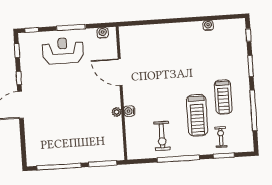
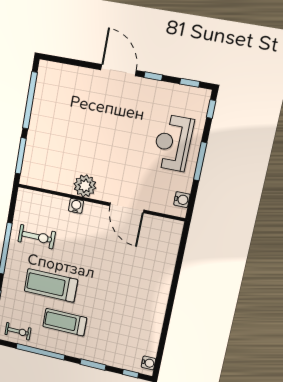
water cooler: (208, 25) -> (148, 363), moved
reception desk: (63, 51) -> (173, 143), turned 180
door: (120, 72) -> (127, 208), swing flipped
plant: (117, 112) -> (85, 186), width x1.88, depth x1.88
exercise bike: (162, 136) -> (37, 237), turned 180
exercise bike: (221, 137) -> (18, 331), moved

